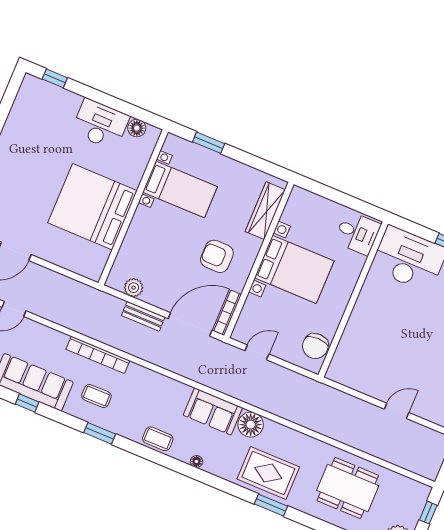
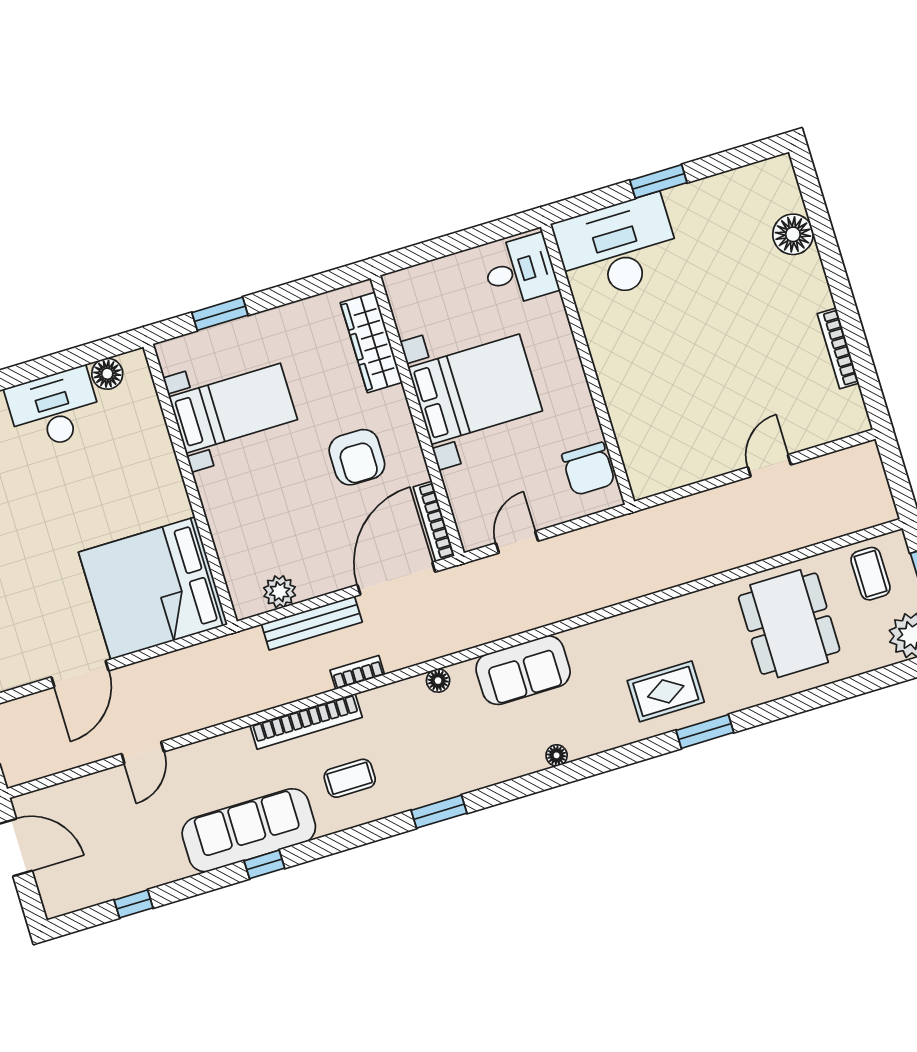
bed: (93, 207) -> (153, 588), moved
armchair: (217, 256) -> (357, 457), turned -90
bench: (143, 316) -> (312, 623), width x1.36
bookcase: (138, 352) -> (357, 672), added
floor lamp: (251, 425) -> (438, 681), moved, width x0.53, depth x0.53
window: (100, 433) -> (439, 812), moved
coffee table: (158, 439) -> (871, 574), moved, turned 90
rug: (268, 473) -> (666, 691), width x0.73, depth x0.70
dining table: (348, 488) -> (789, 624), turned 90

